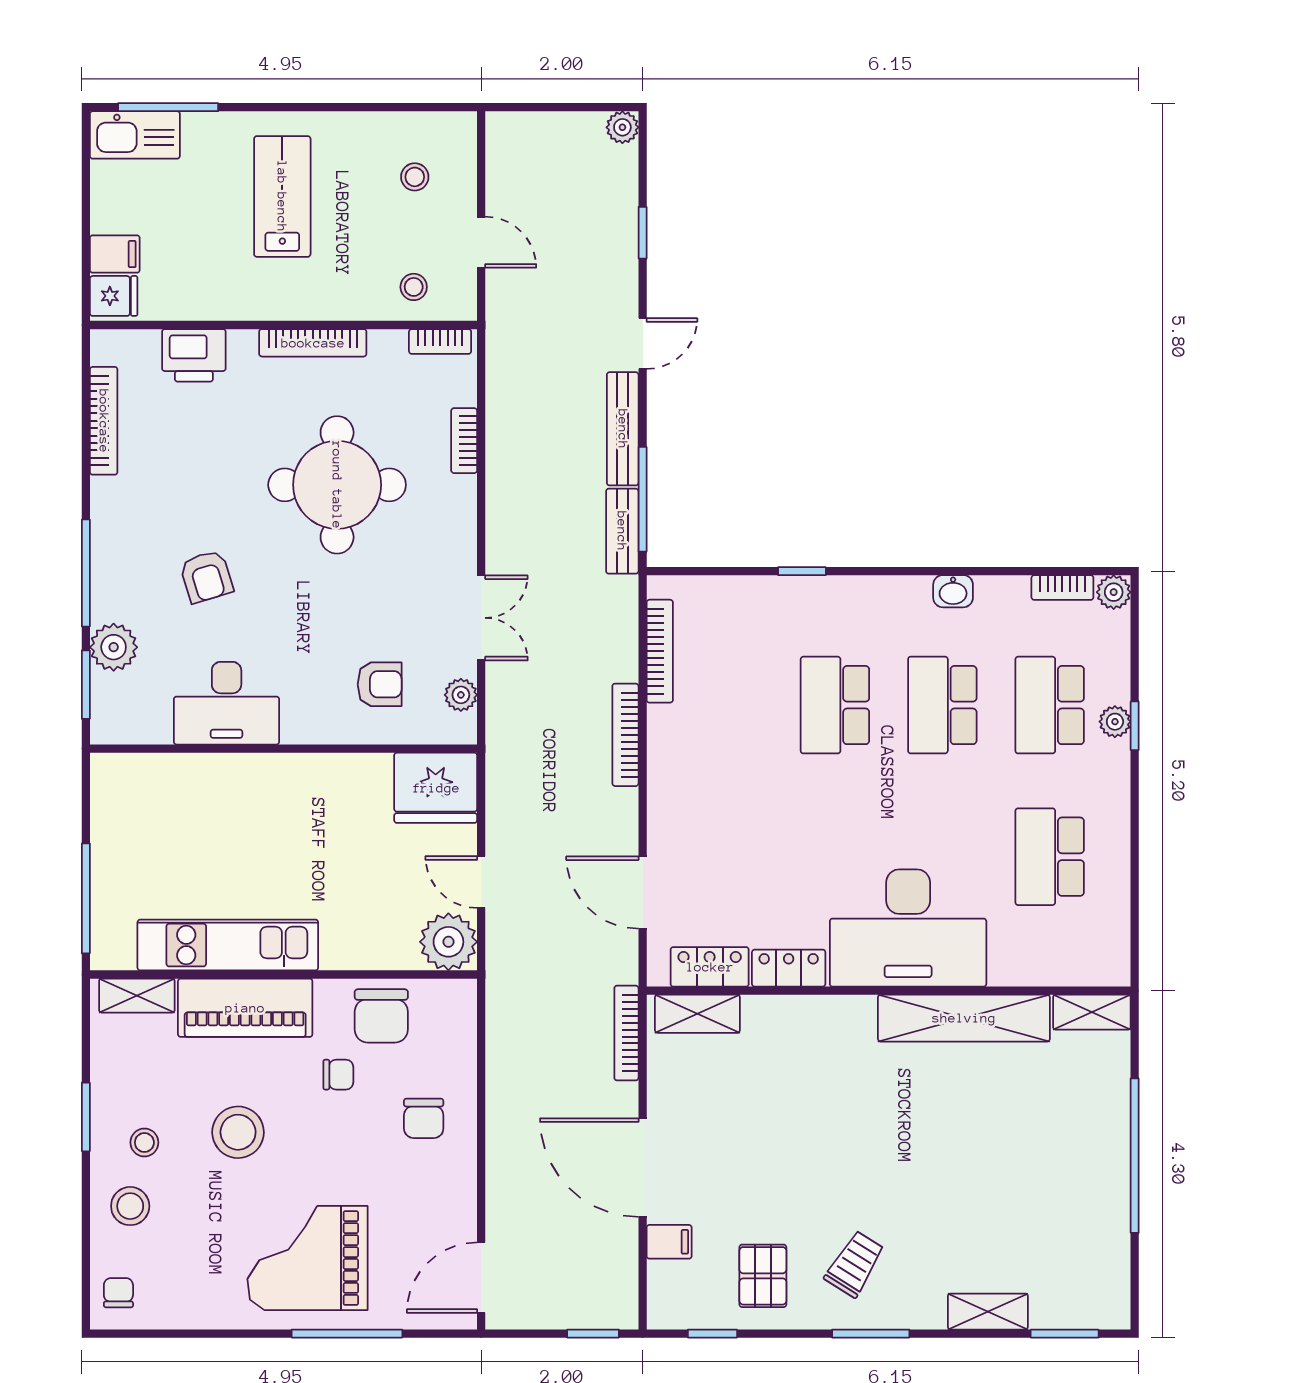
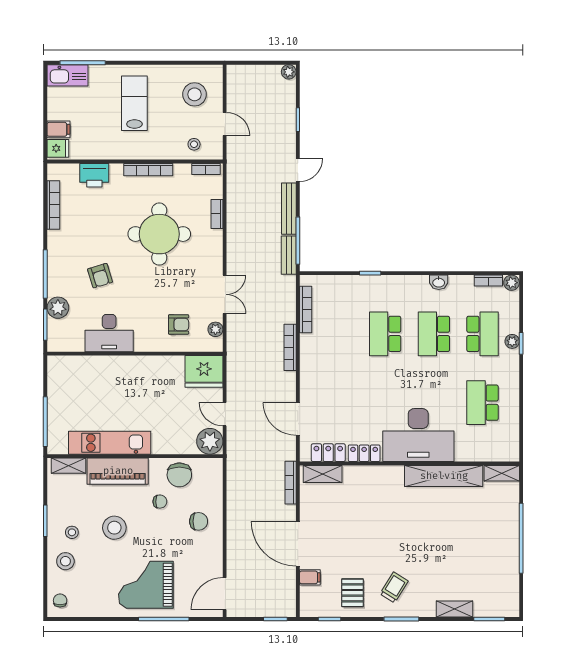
stool: (415, 177) -> (195, 94), width x1.89, depth x1.89
school desk: (1050, 705) -> (483, 334), turned 180
chair: (424, 1118) -> (199, 521), turned -90

